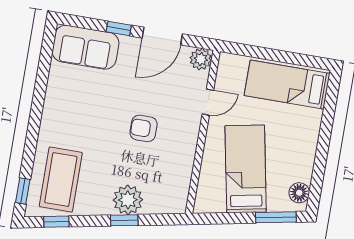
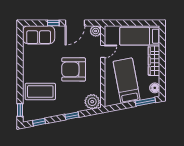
armchair: (144, 128) -> (74, 69), width x1.88, depth x1.88
wardrobe: (307, 139) -> (154, 61), added
coffee table: (61, 180) -> (40, 91), moved, turned 90
plant: (128, 200) -> (92, 102), moved

